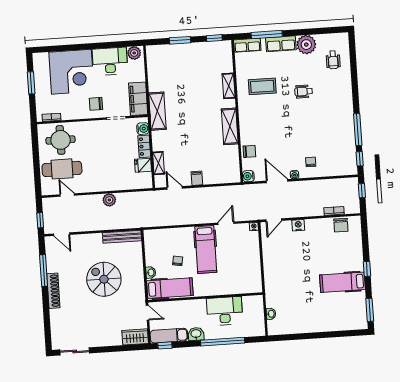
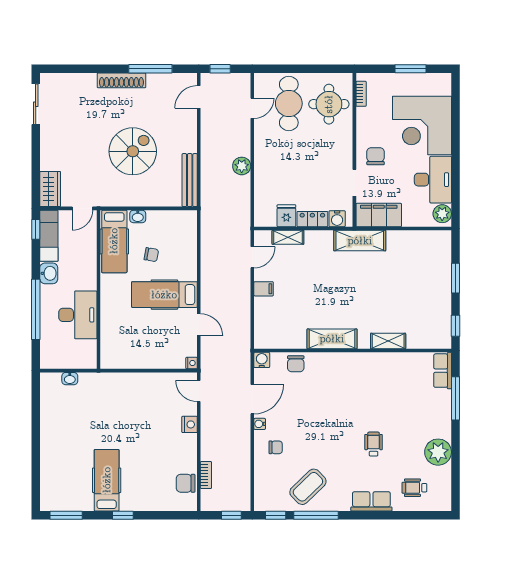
row of seats: (281, 44) -> (371, 501), moved, turned 90
coffee table: (262, 86) -> (308, 487), moved, turned 46

